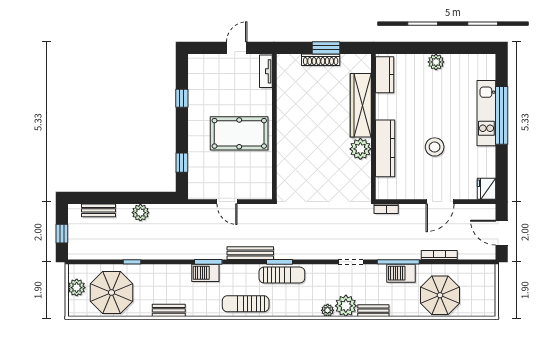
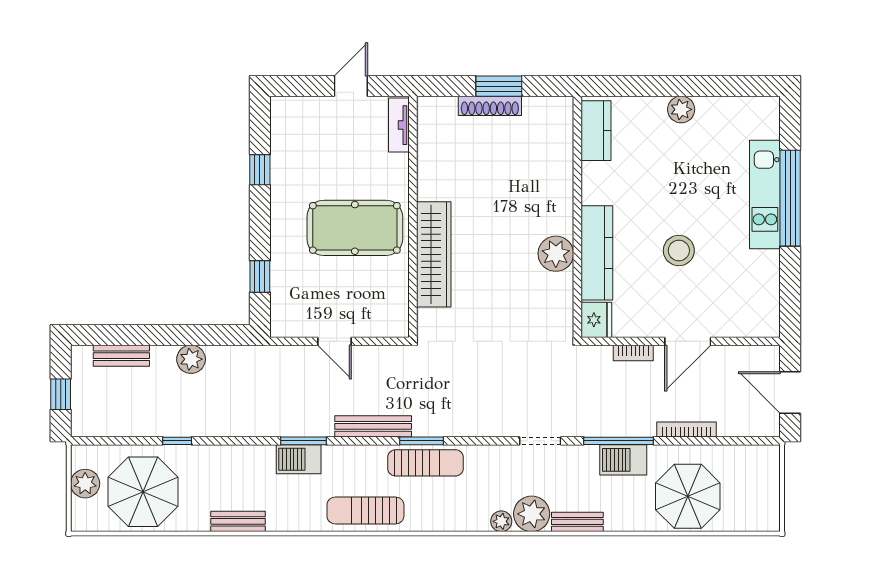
wardrobe: (361, 105) -> (434, 254), moved, turned 180
fridge: (486, 189) -> (596, 320), moved, turned 180
bookcase: (386, 209) -> (633, 353), moved

